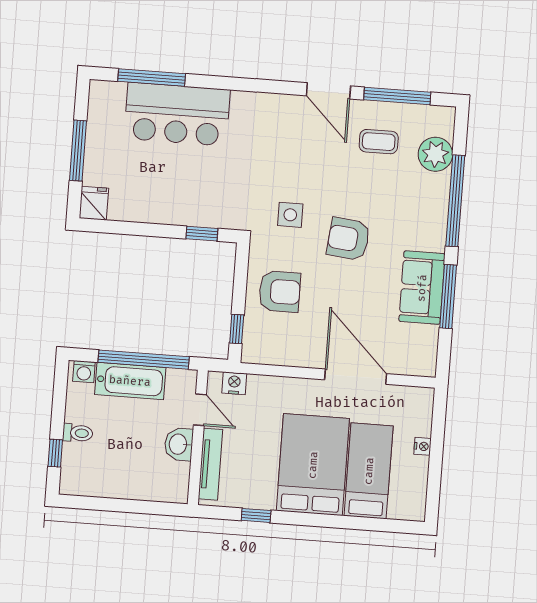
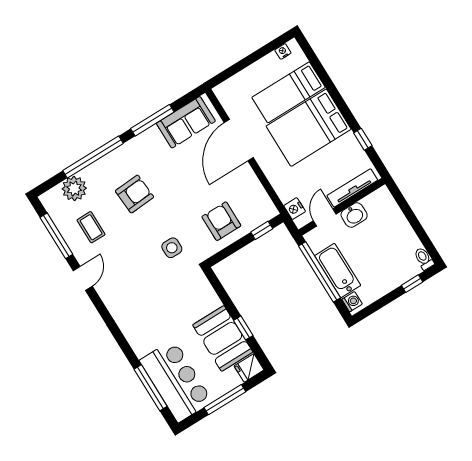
door: (328, 91) -> (83, 278), width x0.73
bar counter: (177, 114) -> (176, 381), moved
booth: (148, 198) -> (223, 338), added
window: (202, 234) -> (243, 328), moved
armchair: (348, 239) -> (134, 194), moved, turned -100
sofa: (422, 288) -> (186, 122), moved
toilet: (78, 433) -> (424, 259), moved
nightstand: (423, 446) -> (283, 51), moved

